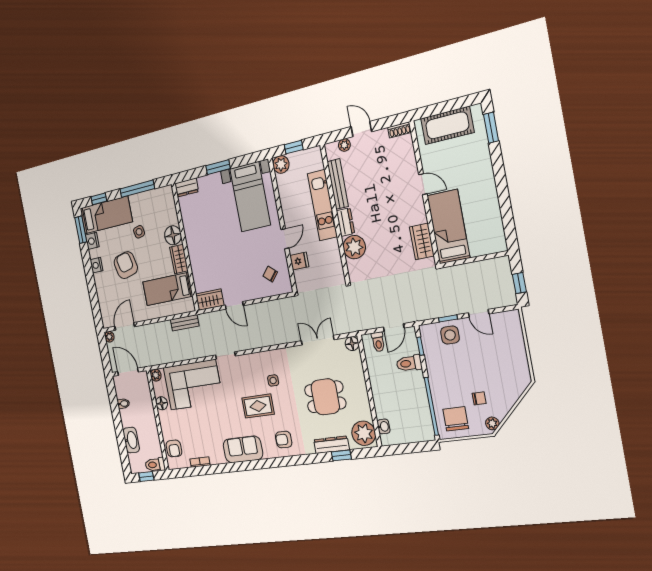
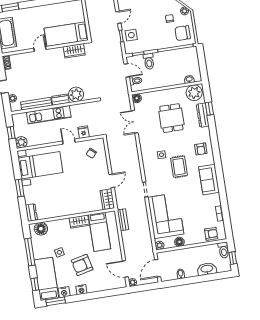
floor lamp: (173, 235) -> (41, 229), moved

